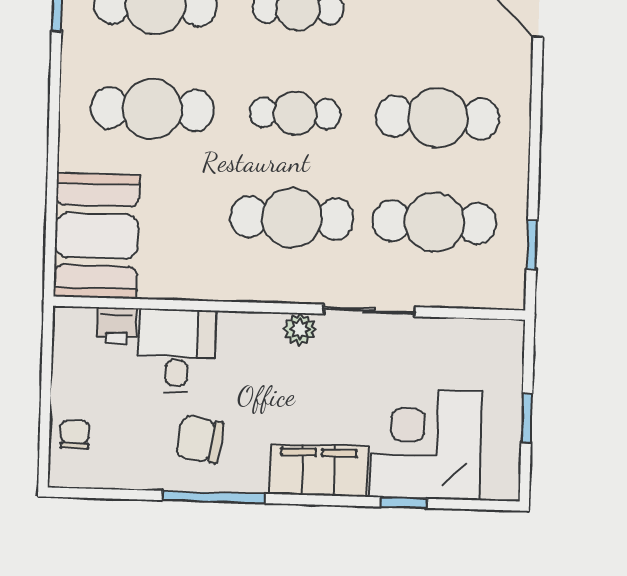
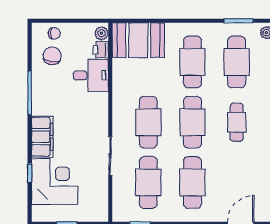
cafe table: (295, 113) -> (192, 122), width x1.37, depth x1.35
plant: (300, 329) -> (101, 33), moved
chair: (200, 439) -> (52, 56), moved

